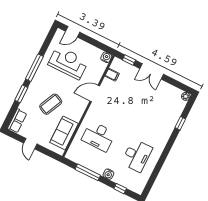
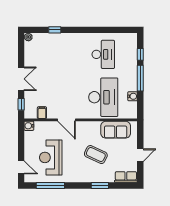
window: (34, 68) -> (50, 185), moved
desk: (99, 136) -> (103, 97), width x1.36, depth x1.30
desk: (137, 156) -> (103, 54), turned 90
window: (88, 172) -> (140, 78), moved
water cooler: (108, 174) -> (133, 96), moved

